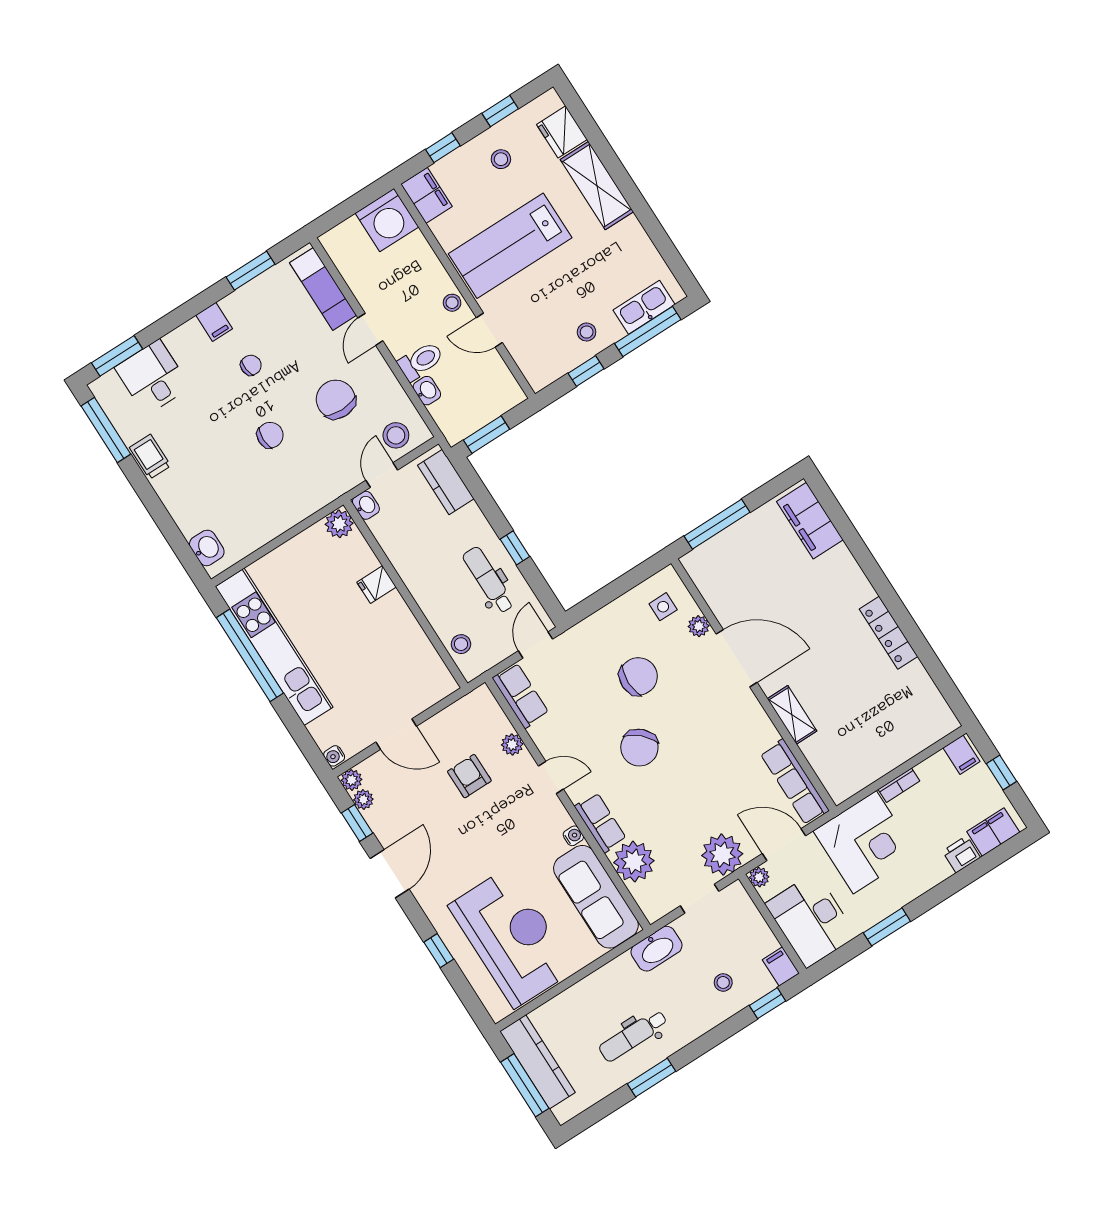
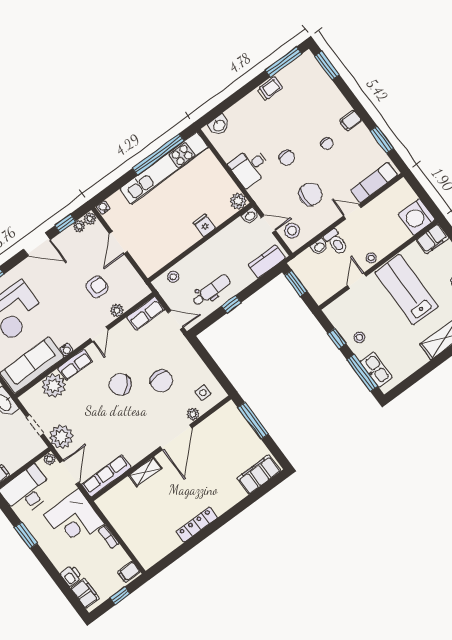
desk: (152, 377) -> (250, 167), moved, turned 180

